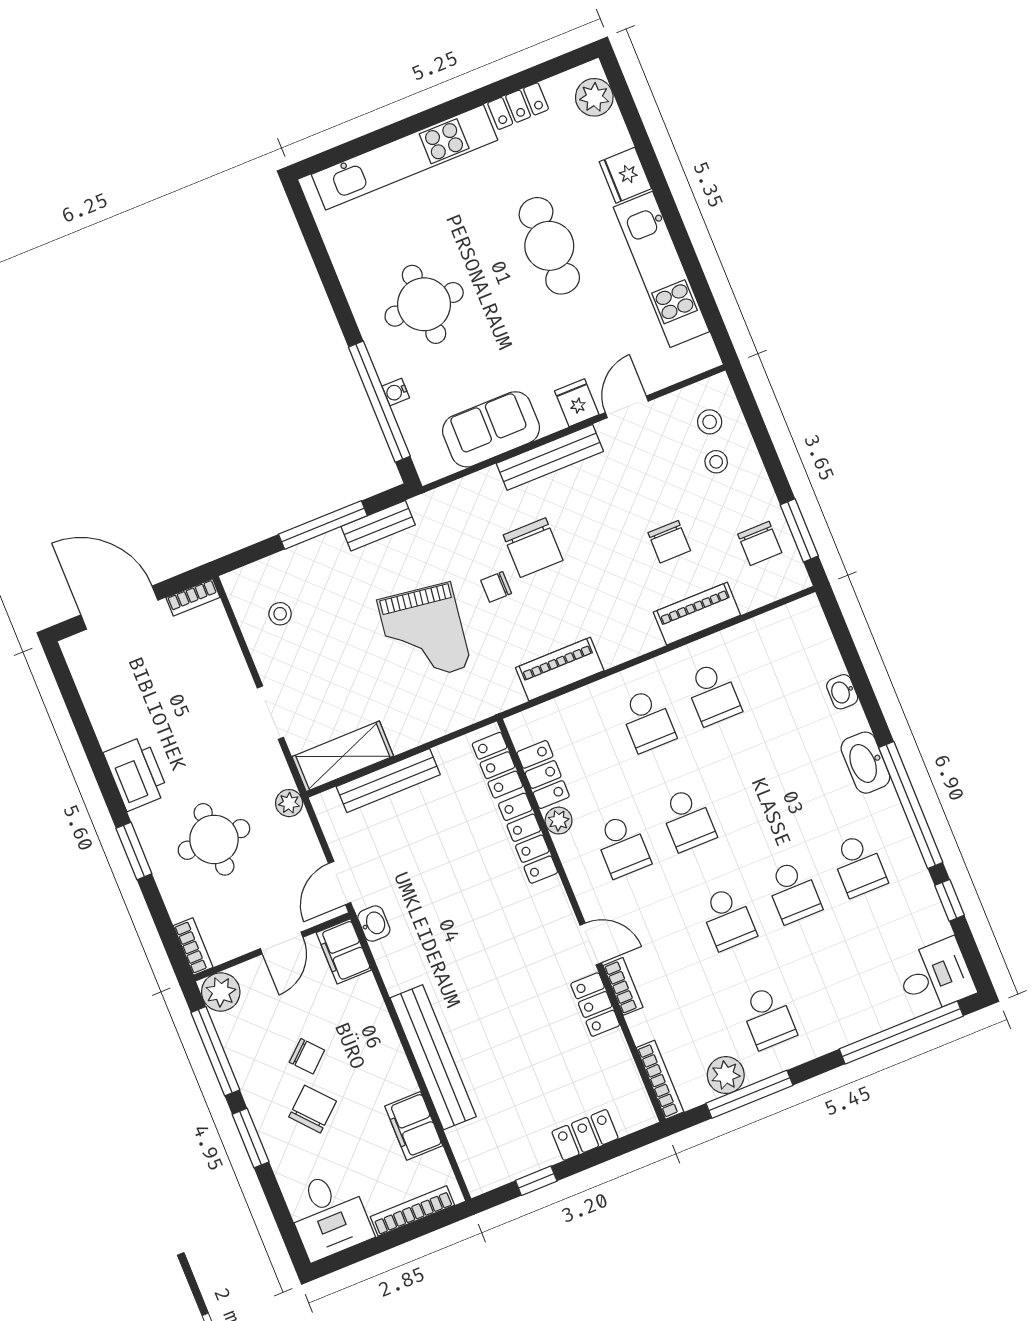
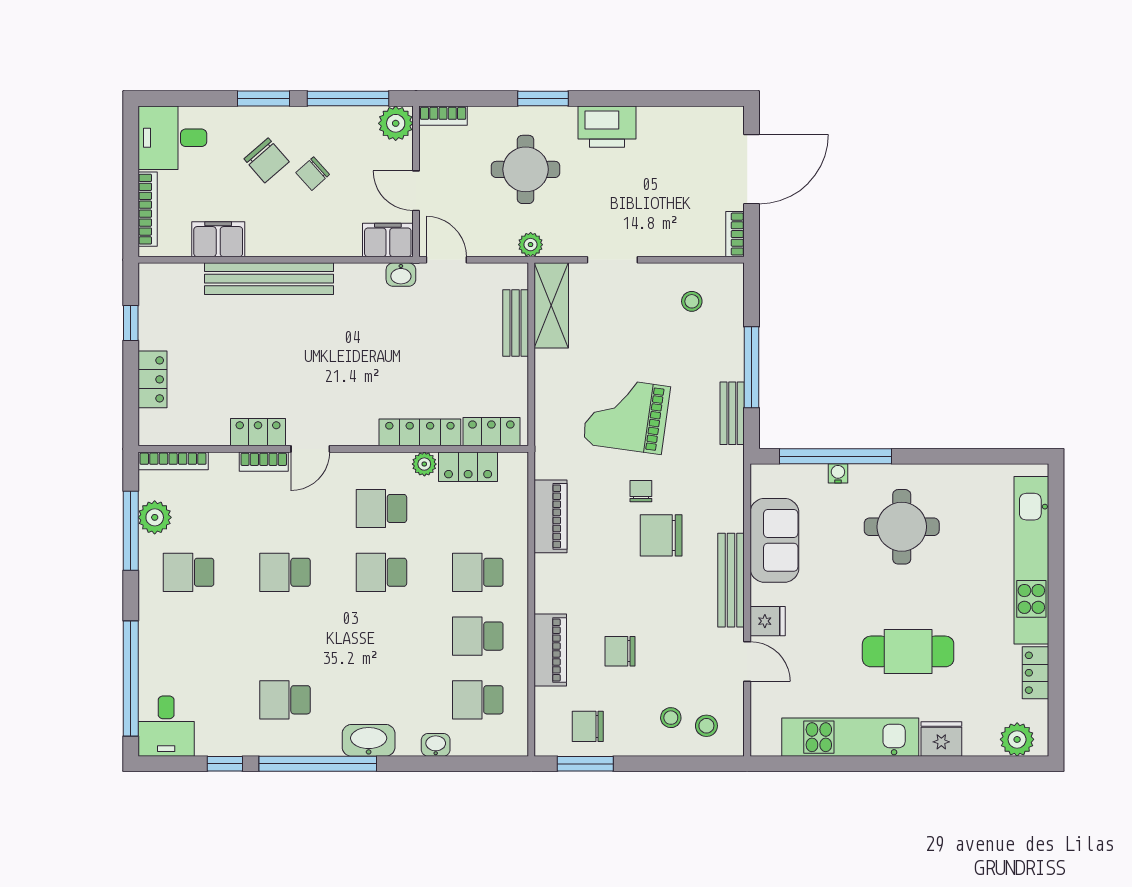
bench: (388, 781) -> (516, 323), width x0.73
school desk: (793, 892) -> (478, 700), moved

